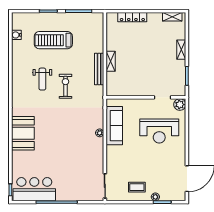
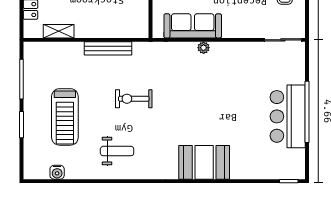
shelving: (111, 61) -> (59, 31), moved
weight bench: (42, 79) -> (117, 151), moved
bar counter: (34, 189) -> (288, 116), moved

